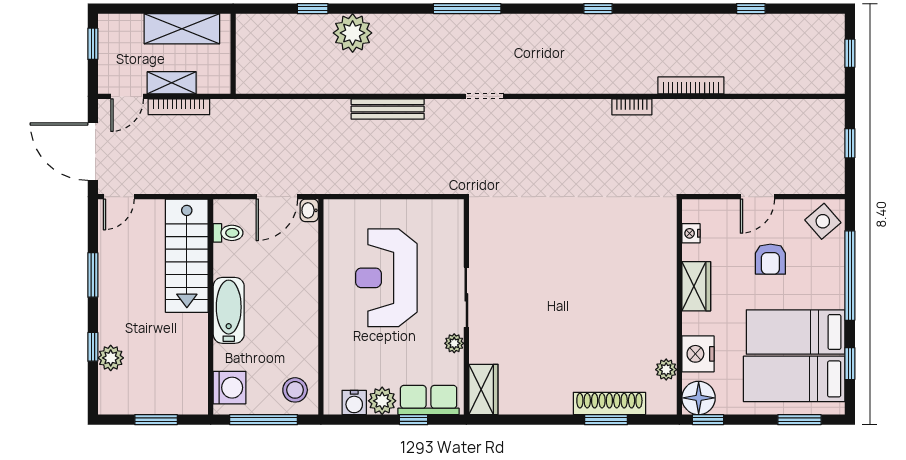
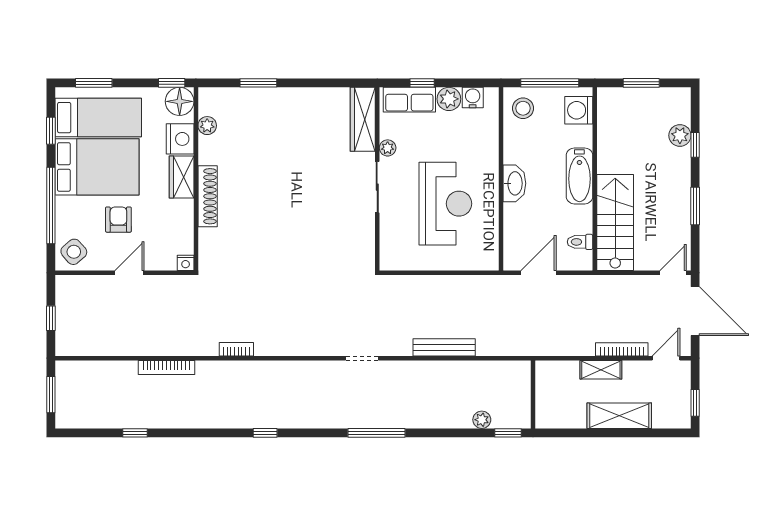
plant: (353, 33) -> (482, 420), width x0.53, depth x0.53
window: (850, 53) -> (51, 395), width x1.50
wall: (233, 54) -> (533, 394), moved
shelving: (172, 83) -> (601, 370), moved
bookcase: (691, 85) -> (166, 367), moved
washbasin: (309, 210) -> (514, 183), moved, width x1.91, depth x1.45
nightstand: (691, 233) -> (186, 263), moved, turned 90
wardrobe: (696, 286) -> (182, 177), moved
bed: (796, 332) -> (97, 167), width x1.50
wardrobe: (483, 389) -> (363, 119), width x1.50
shoe rack: (609, 403) -> (208, 196), moved, turned -90

